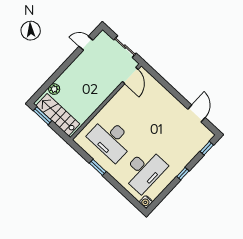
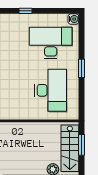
window: (43, 116) -> (81, 145), moved
window: (98, 167) -> (81, 68), moved

